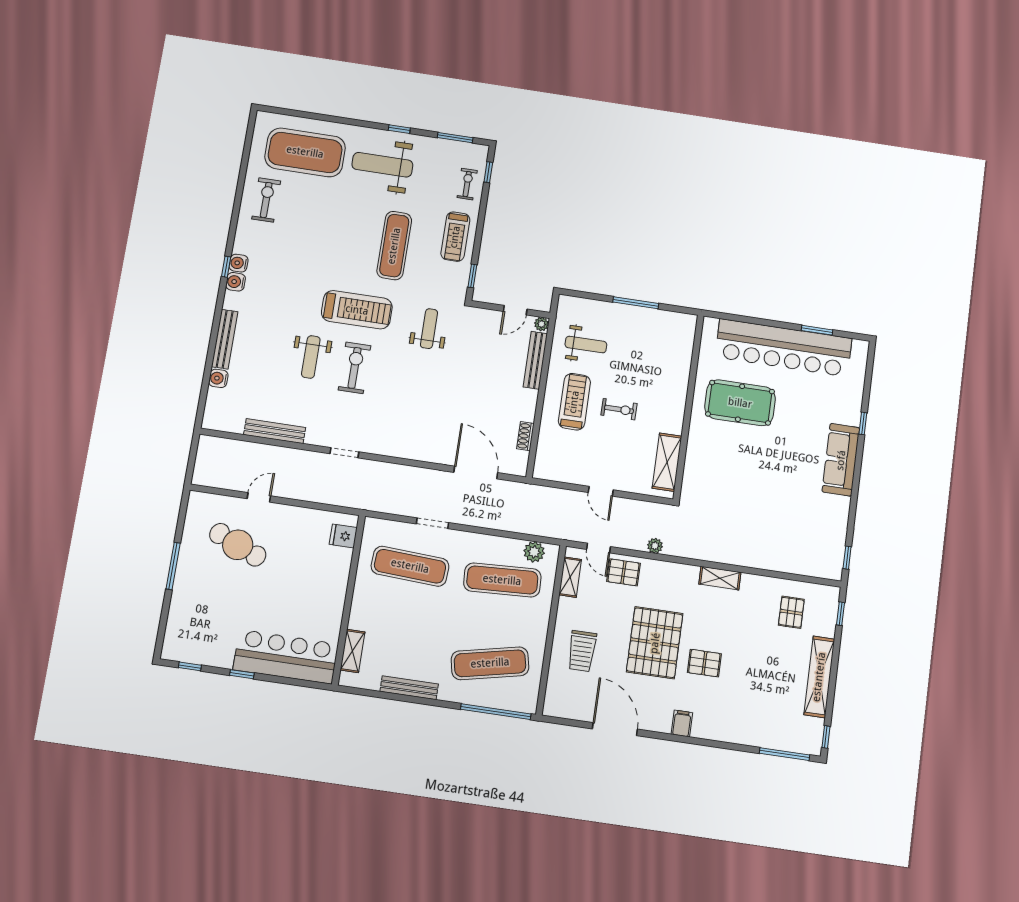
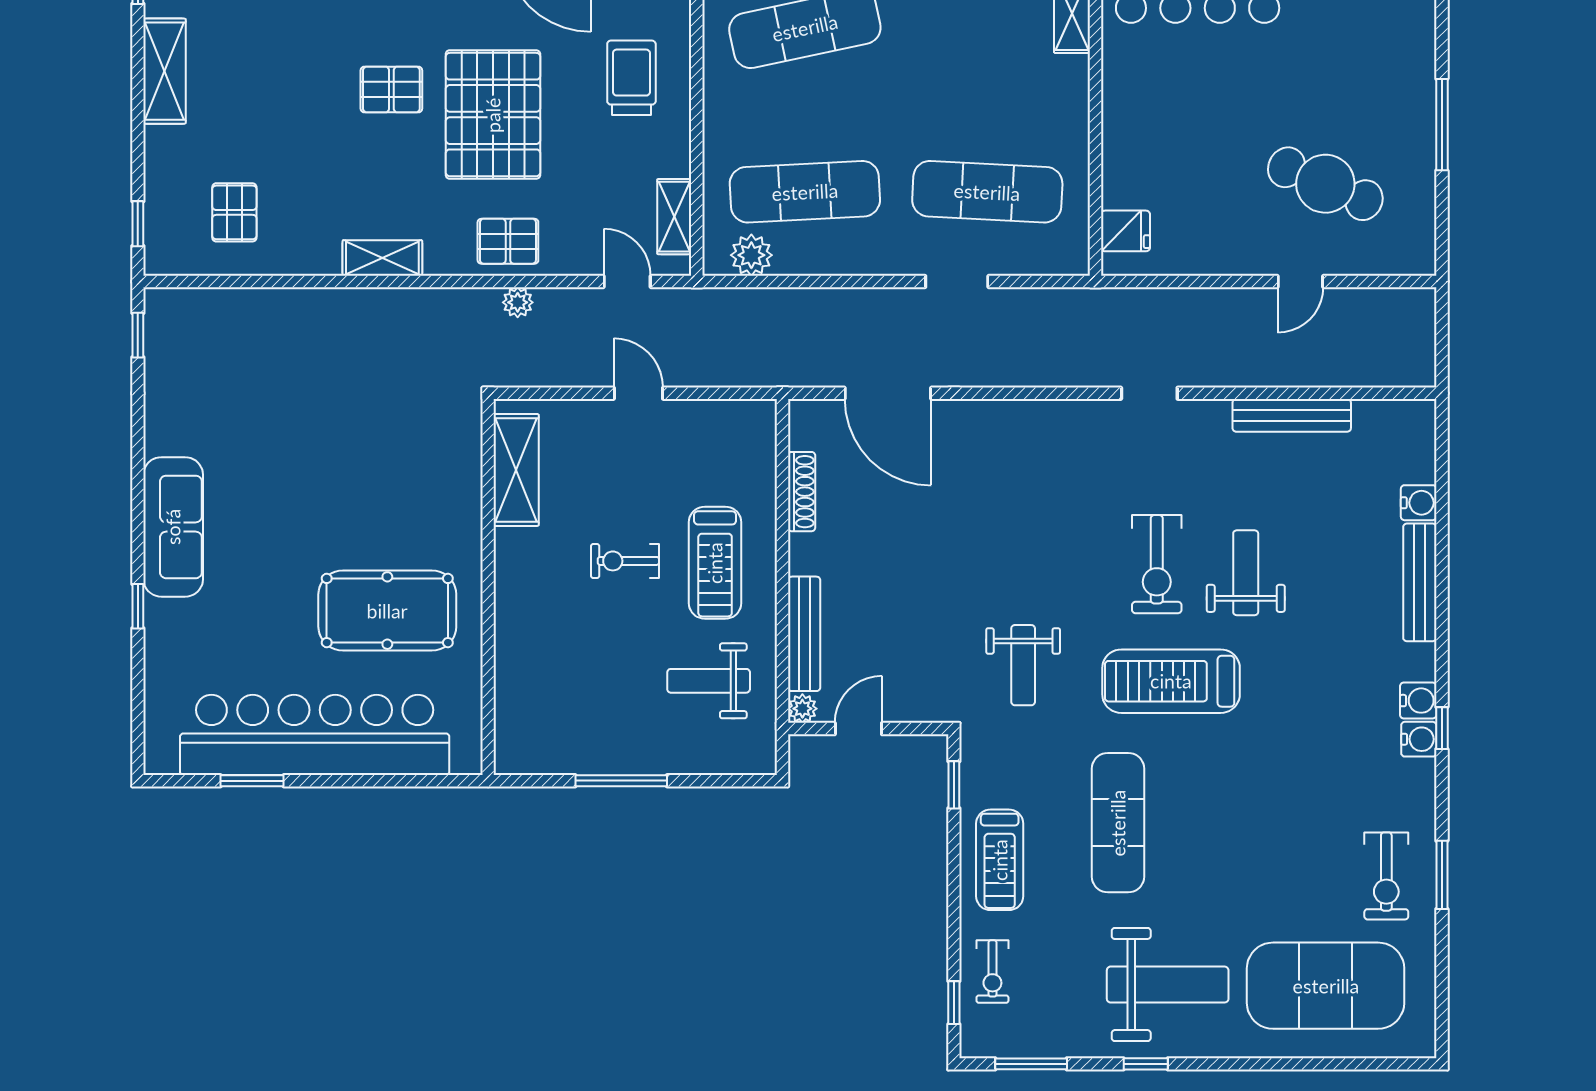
window: (239, 196) -> (1442, 875), added
treadmill: (455, 237) -> (1000, 860), turned 180
shoe rack: (525, 436) -> (802, 492), width x1.43
pallet: (624, 572) -> (508, 241), moved
shelving: (819, 677) -> (165, 71), width x0.68

